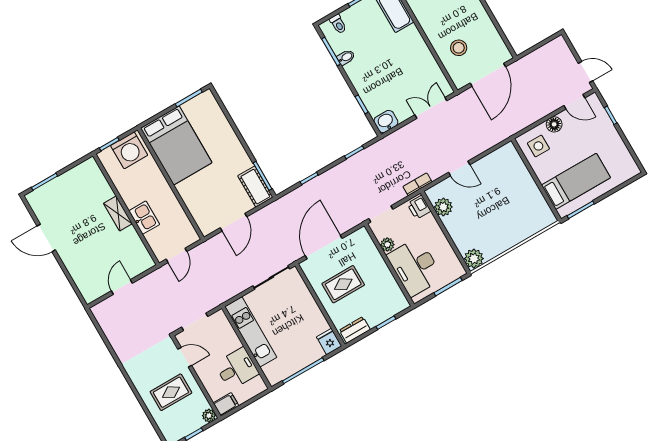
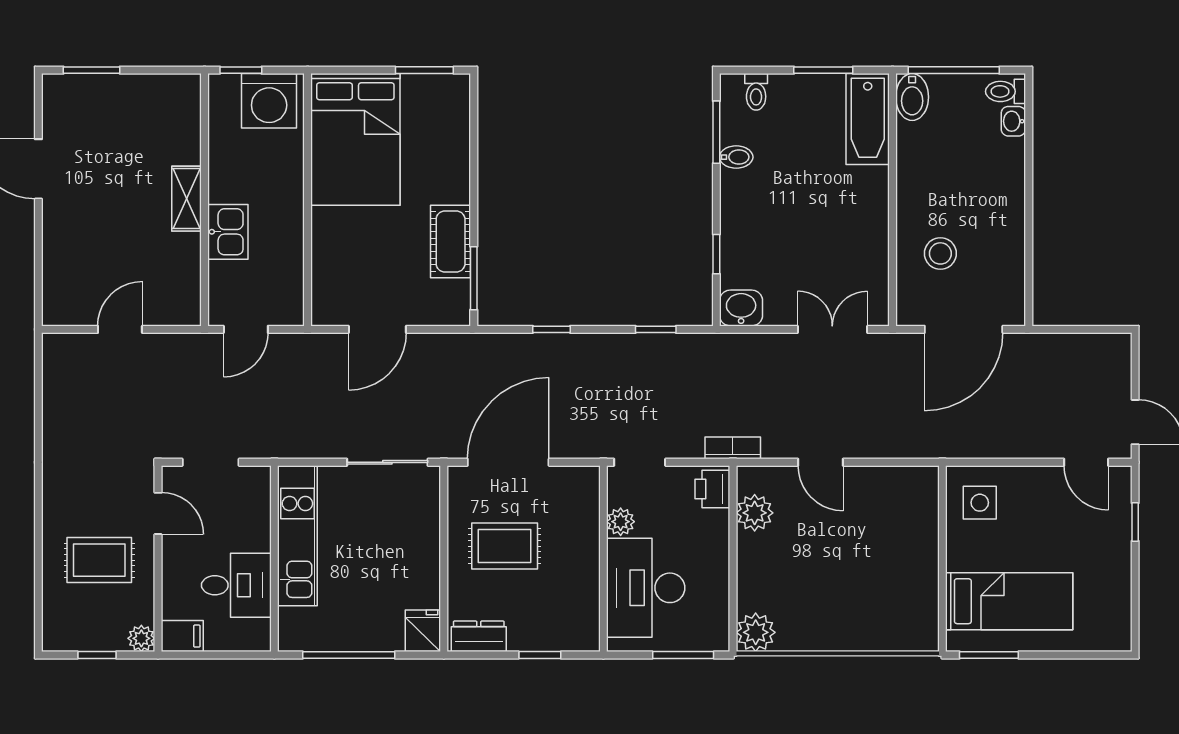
floor lamp: (554, 124) -> (1029, 481), removed
cot: (255, 187) -> (451, 242), moved

